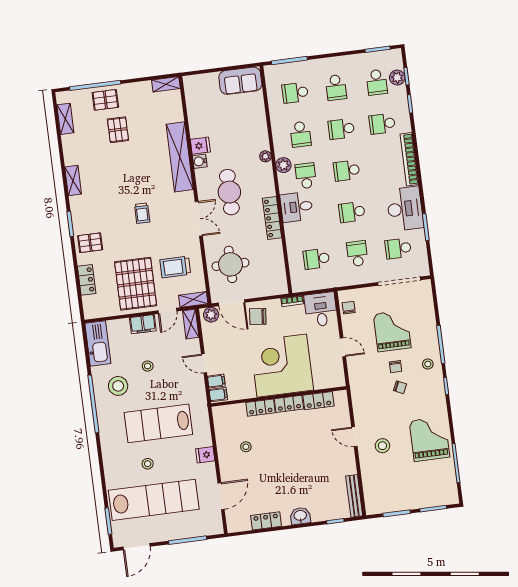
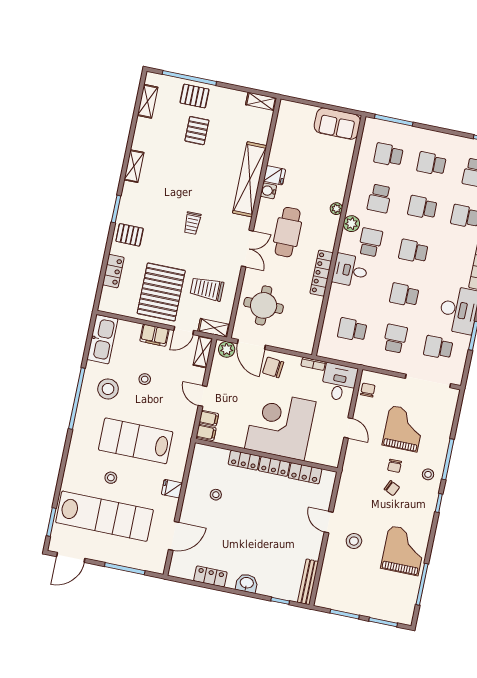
school desk: (336, 87) -> (431, 164), turned 90

